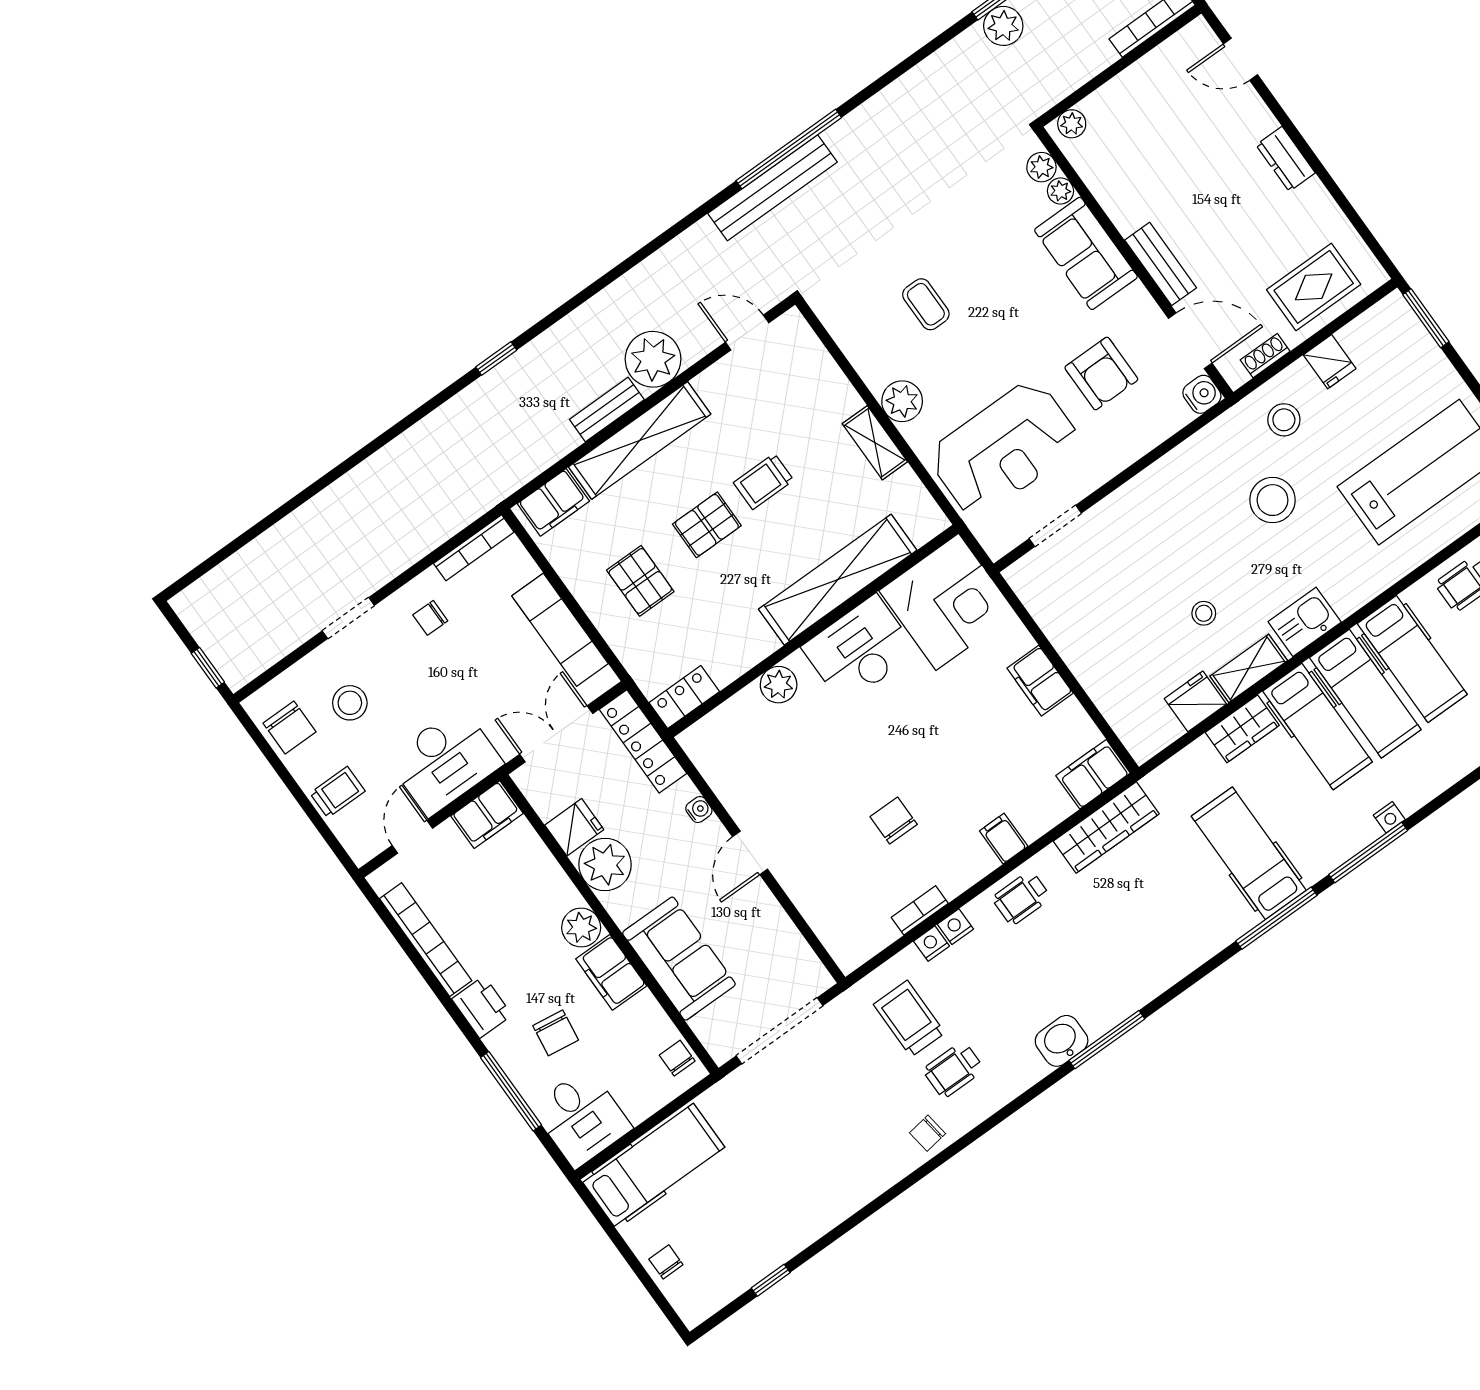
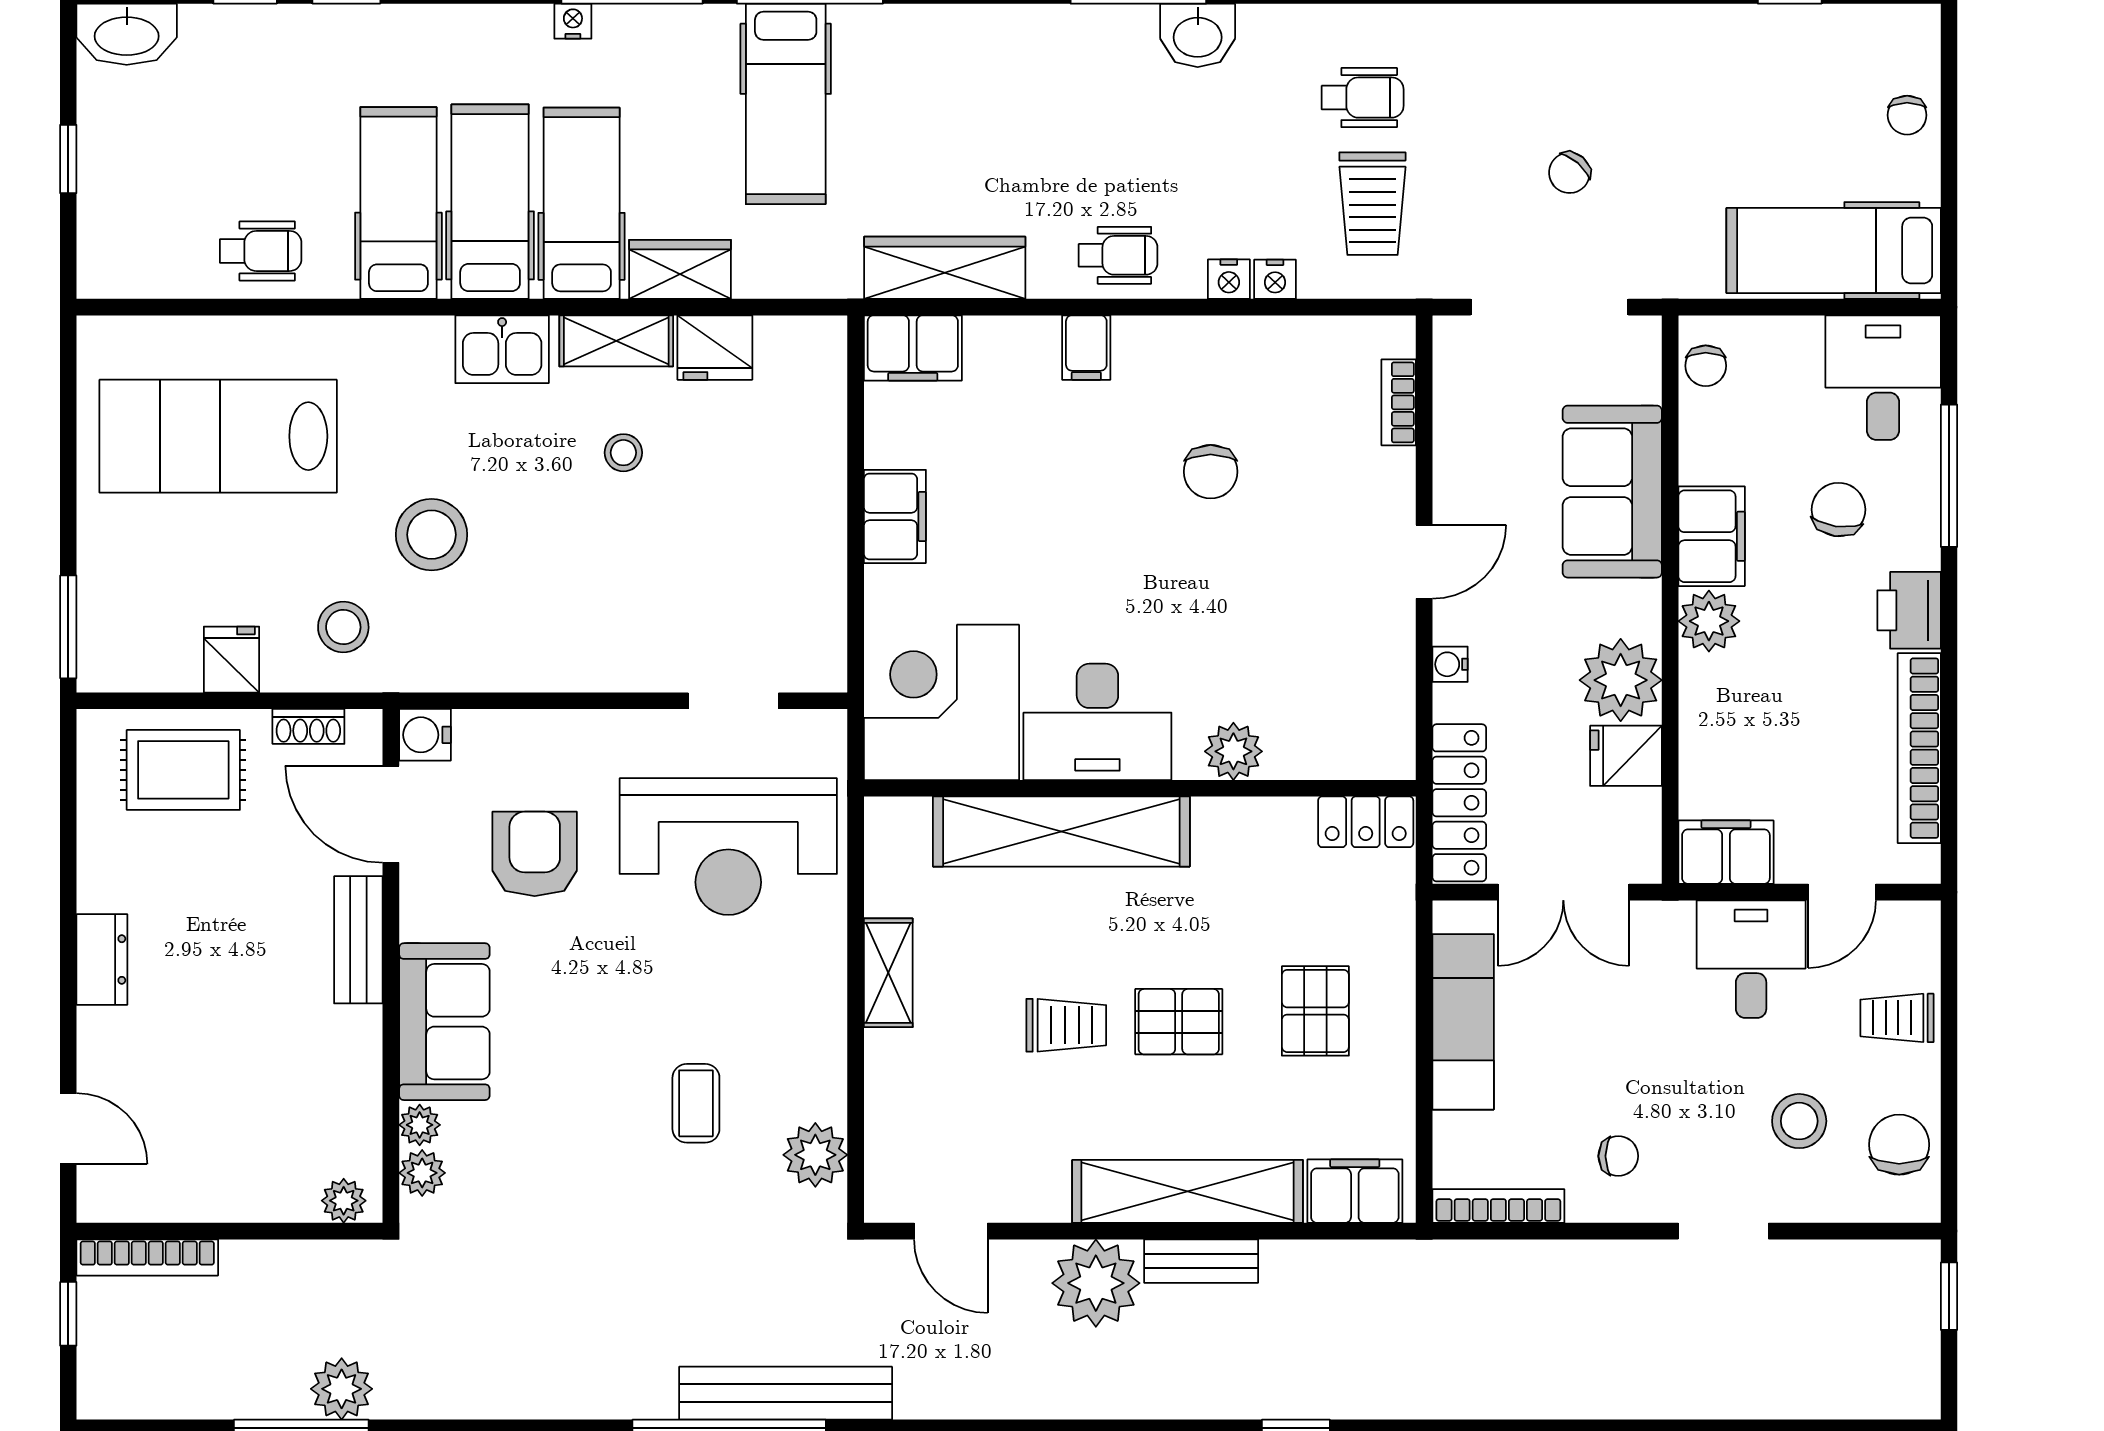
plant: (902, 401) -> (815, 1155), moved
reception desk: (1004, 449) -> (728, 847), turned 180
desk: (445, 761) -> (1751, 959), width x0.73
bookcase: (920, 910) -> (1399, 402), moved, turned 90
chair: (927, 1133) -> (1569, 173), moved, turned 139

